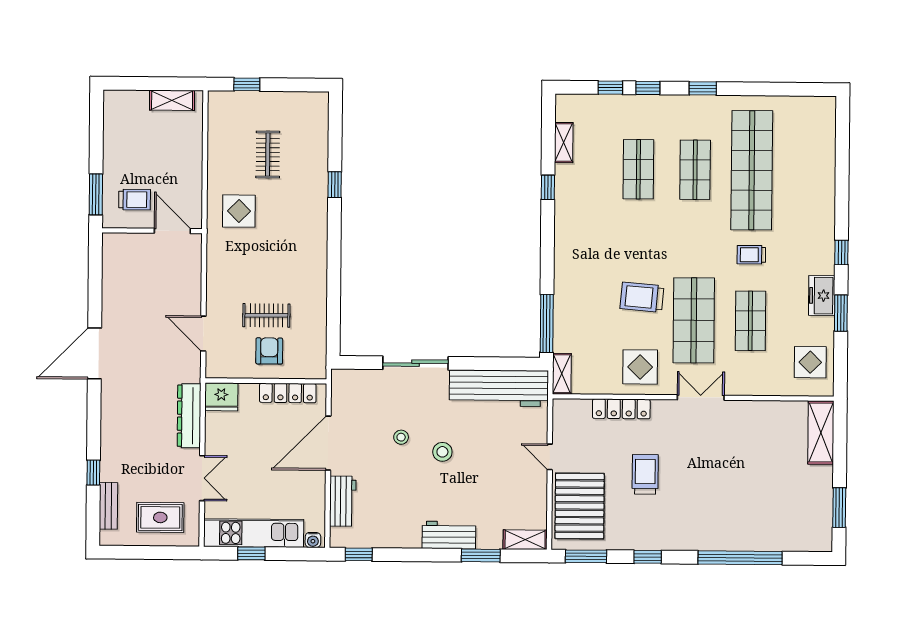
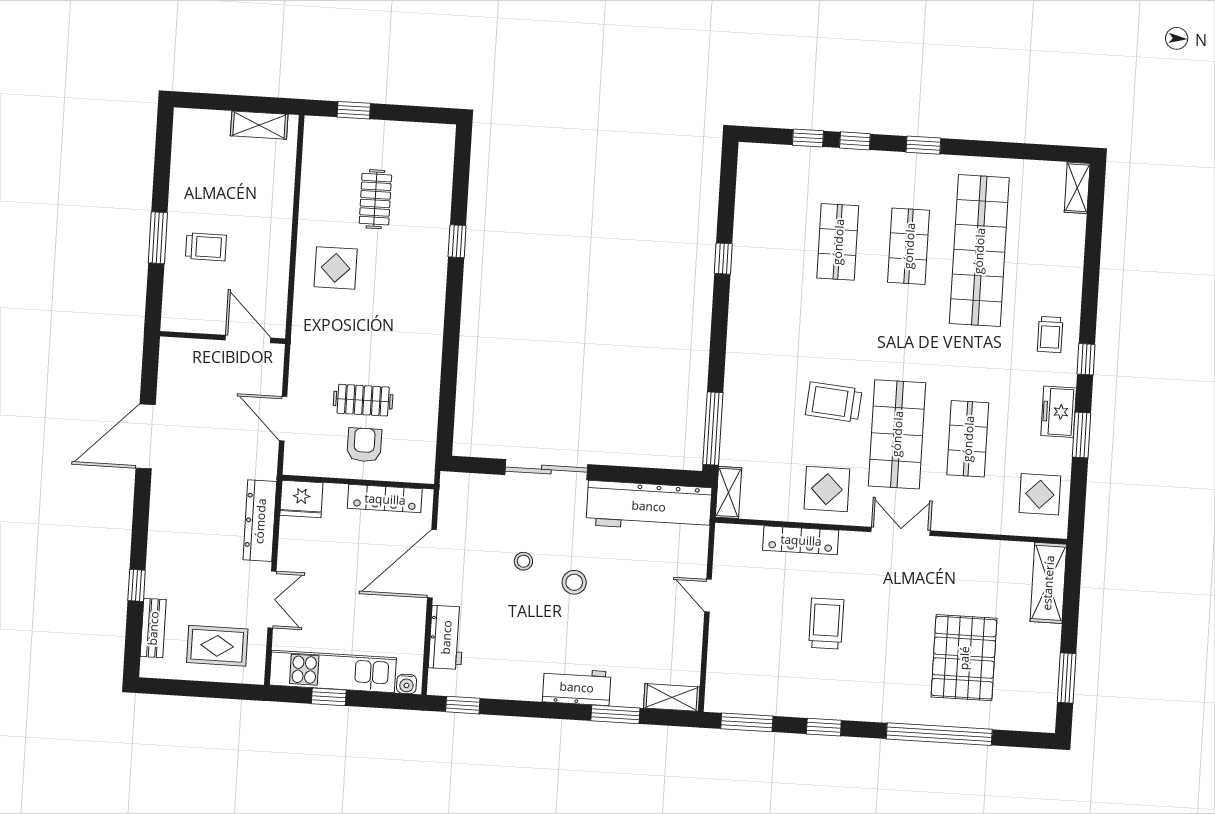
shelving: (564, 143) -> (1077, 188), moved
wall: (152, 231) -> (223, 337), moved
door: (172, 231) -> (248, 339), moved
trolley: (751, 255) -> (1050, 335), moved, turned -90
pallet: (580, 506) -> (964, 658), moved

